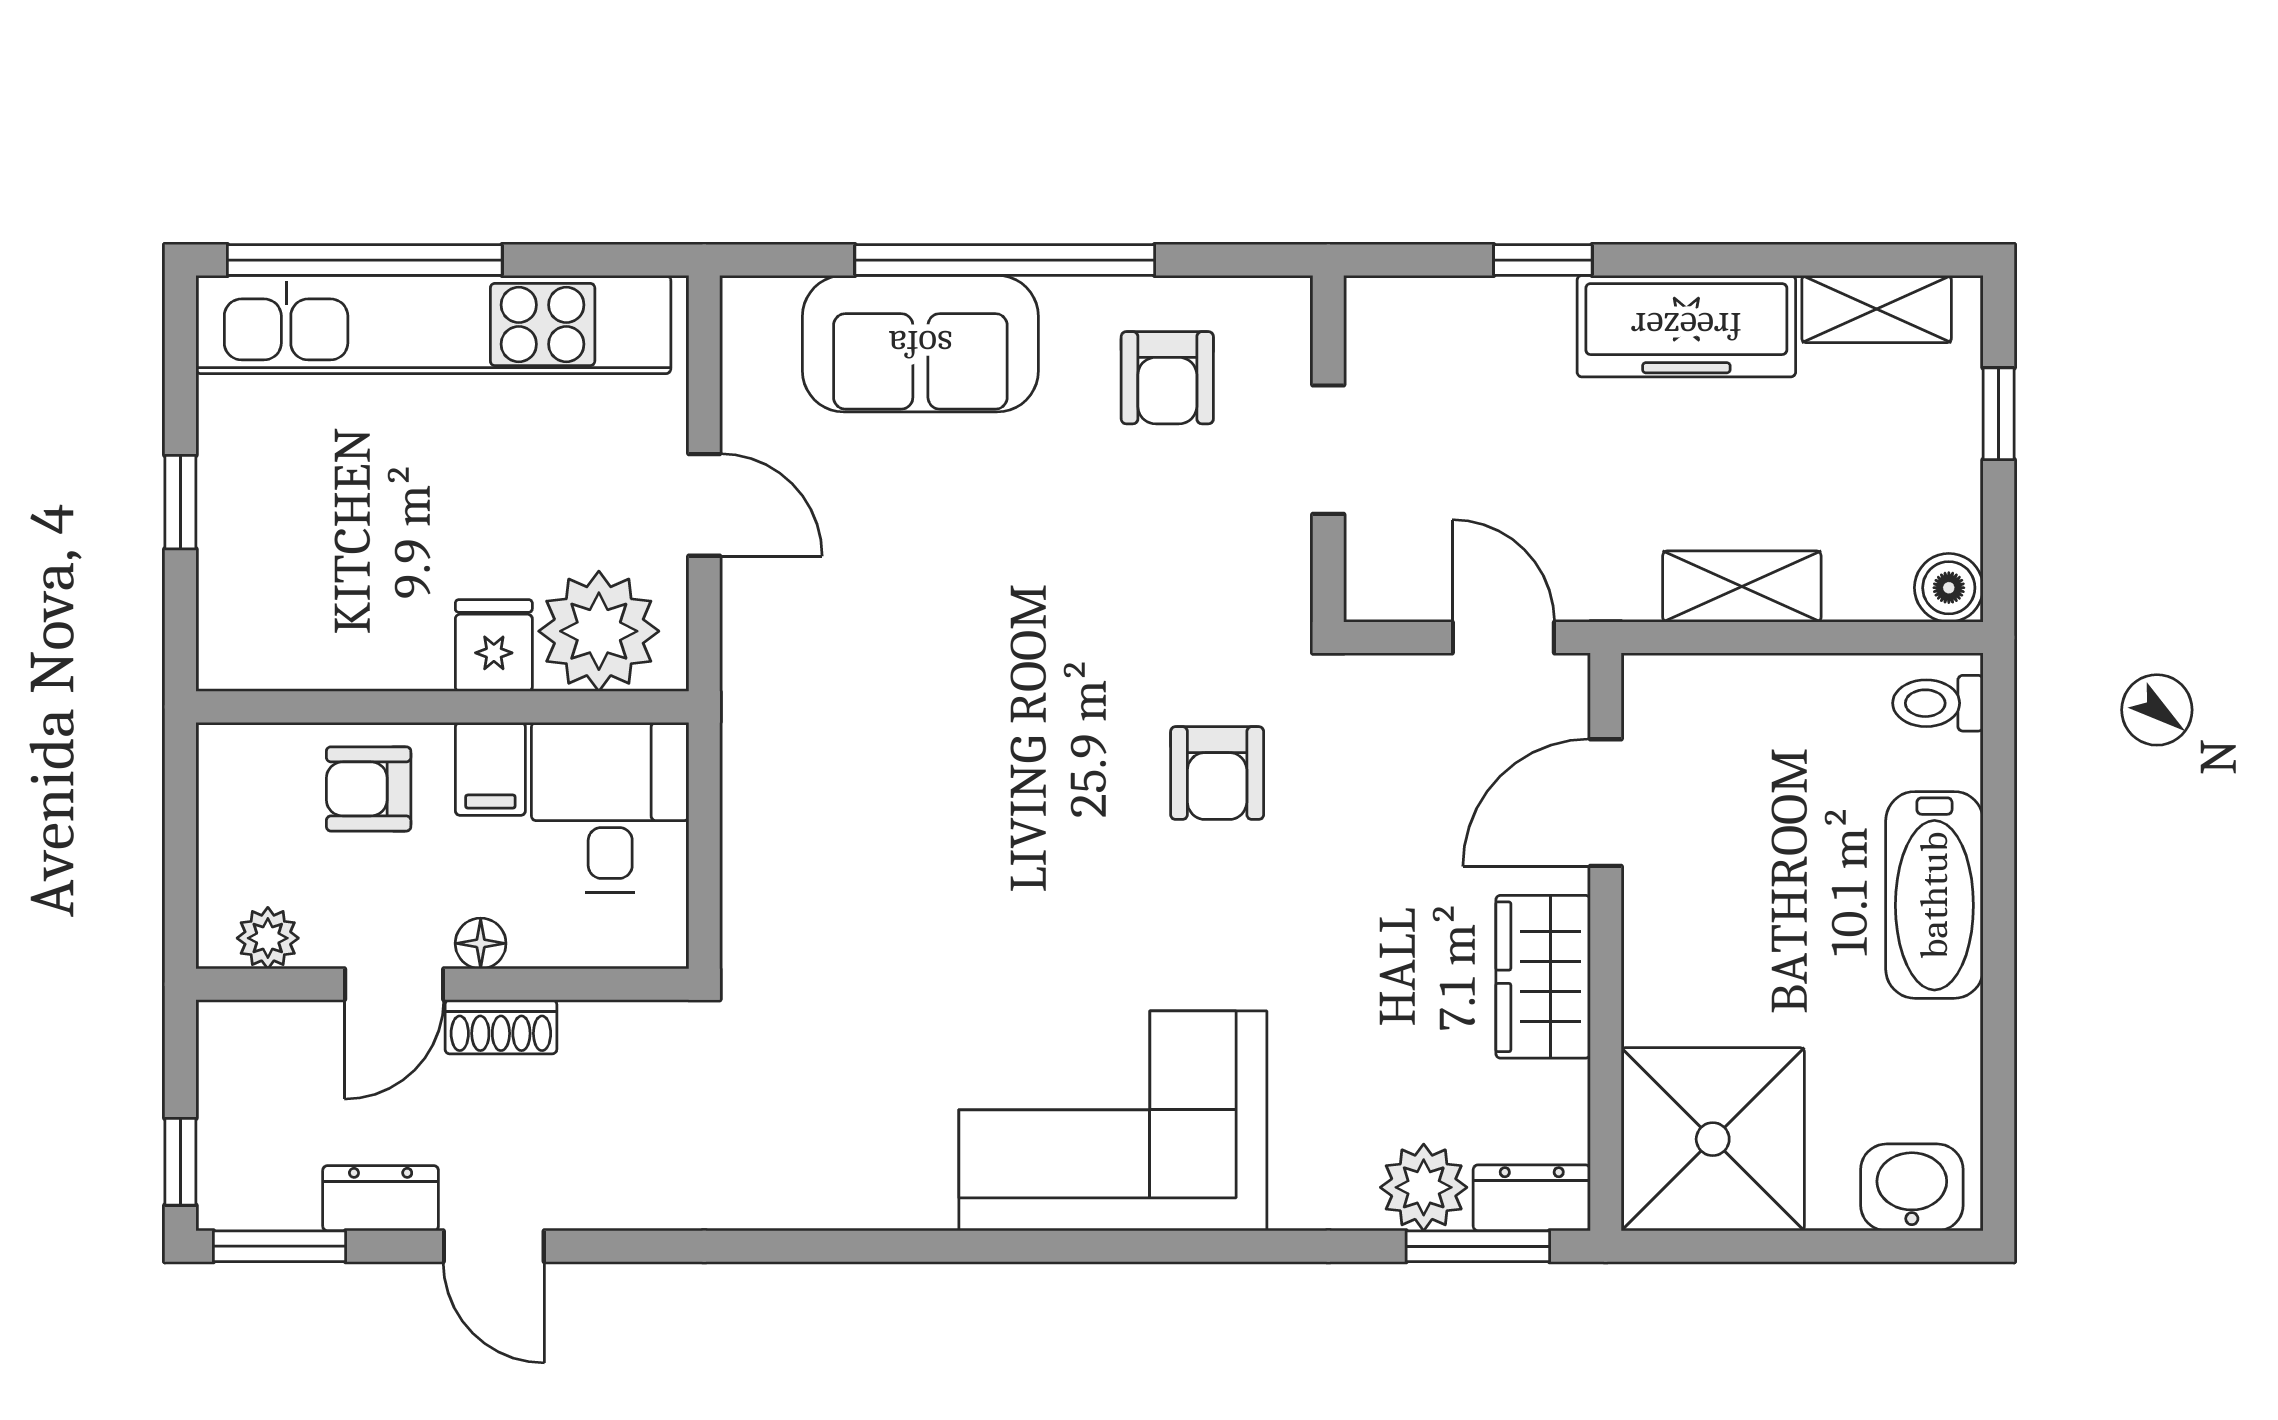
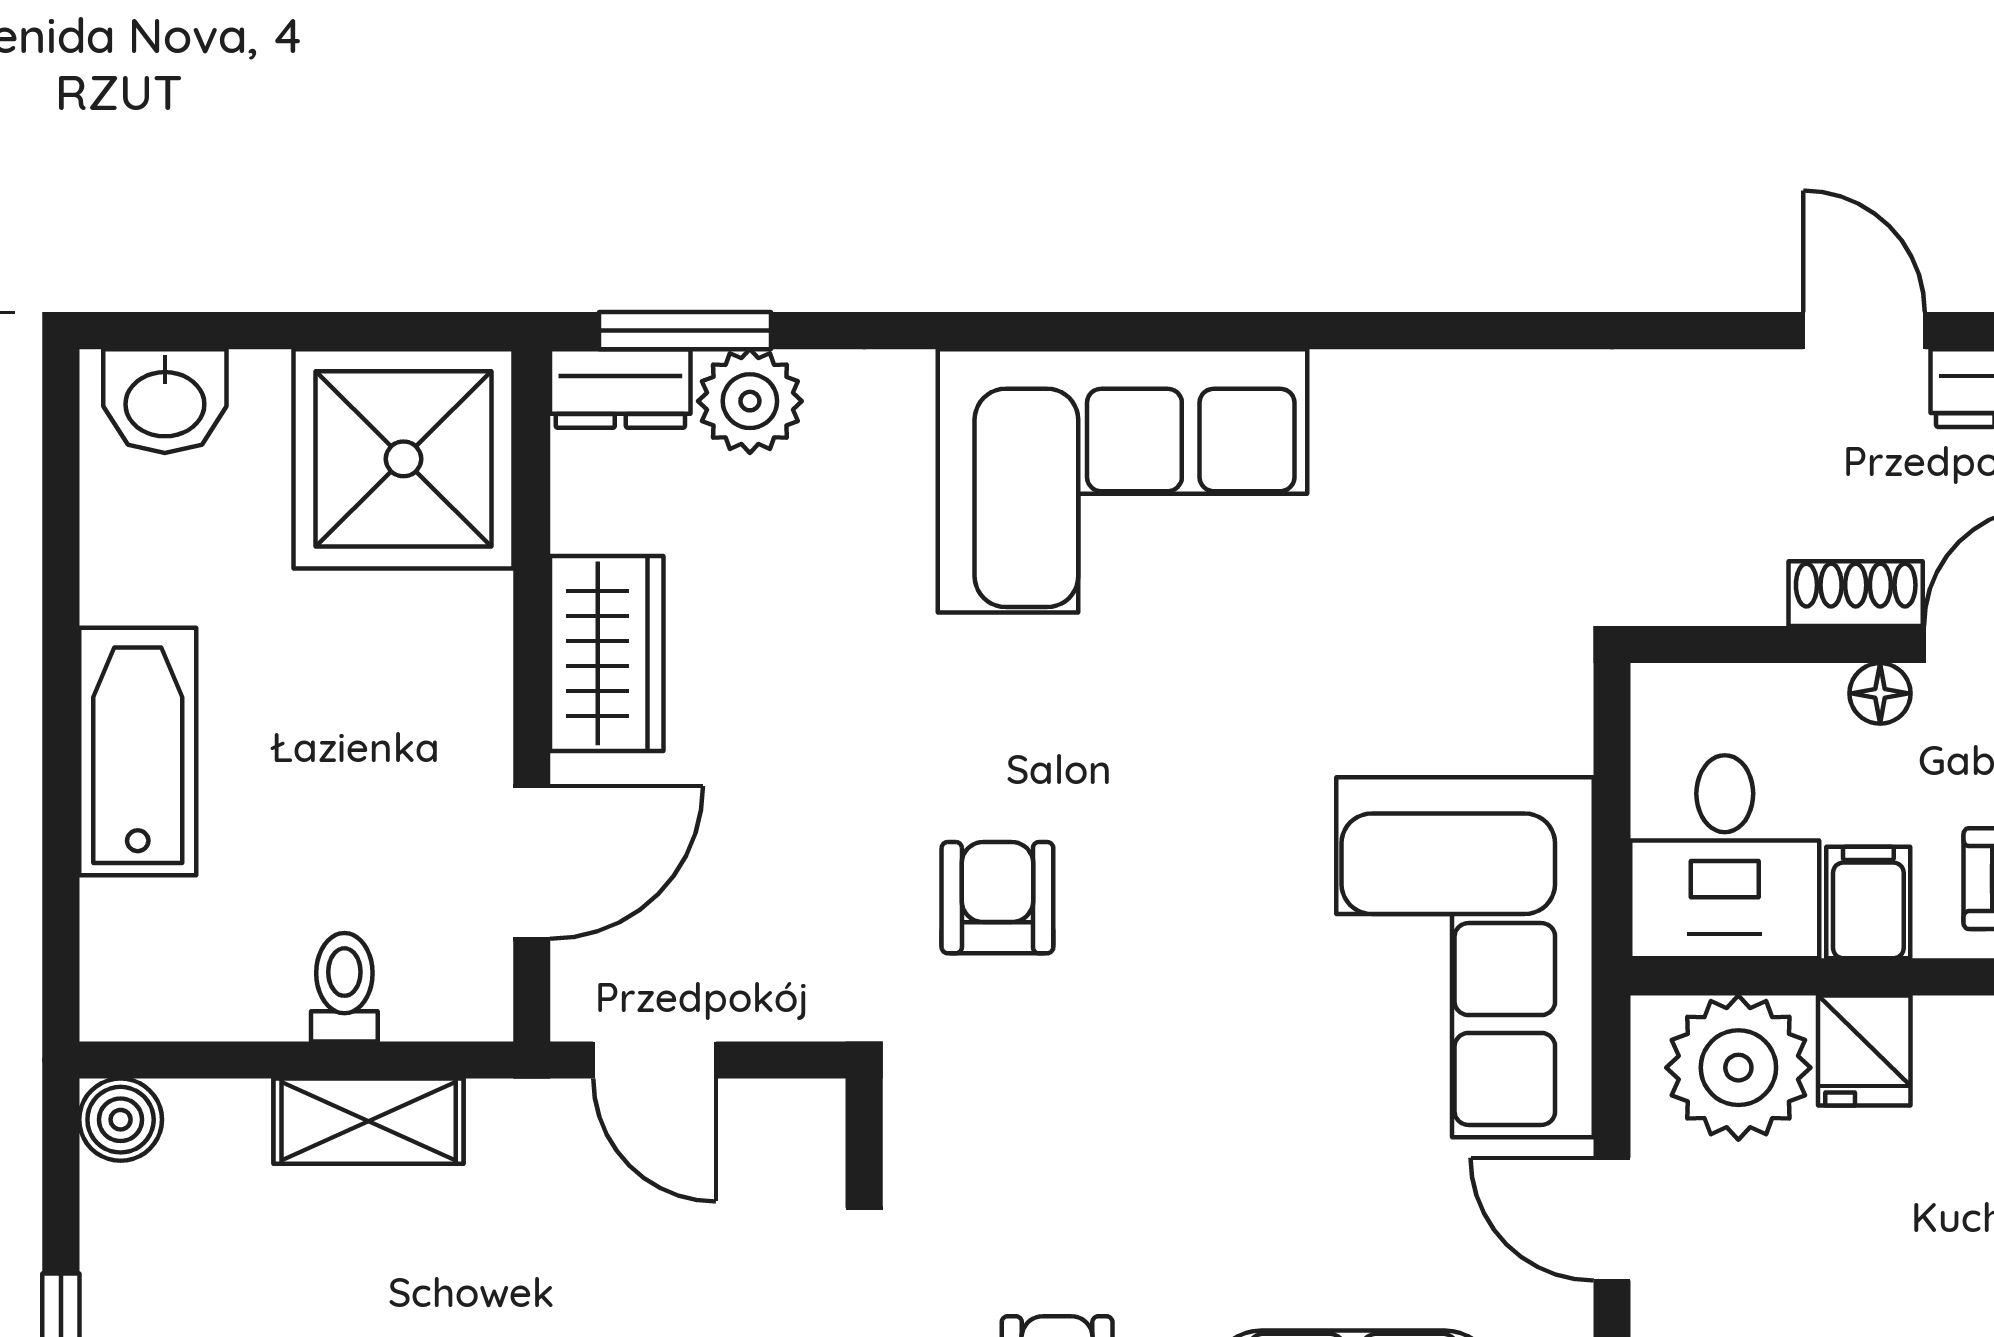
toilet: (1938, 703) -> (344, 987), moved, turned -90
corner sofa: (827, 723) -> (1465, 957), added

